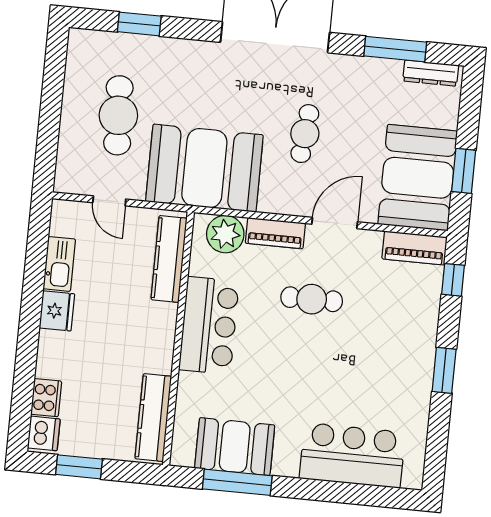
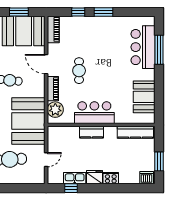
window: (37, 253) -> (71, 188), added
kitchen counter: (169, 259) -> (92, 132), moved, width x0.67
window: (453, 280) -> (78, 12), moved
cooker: (46, 398) -> (111, 178), moved
window: (237, 482) -> (159, 50), moved

